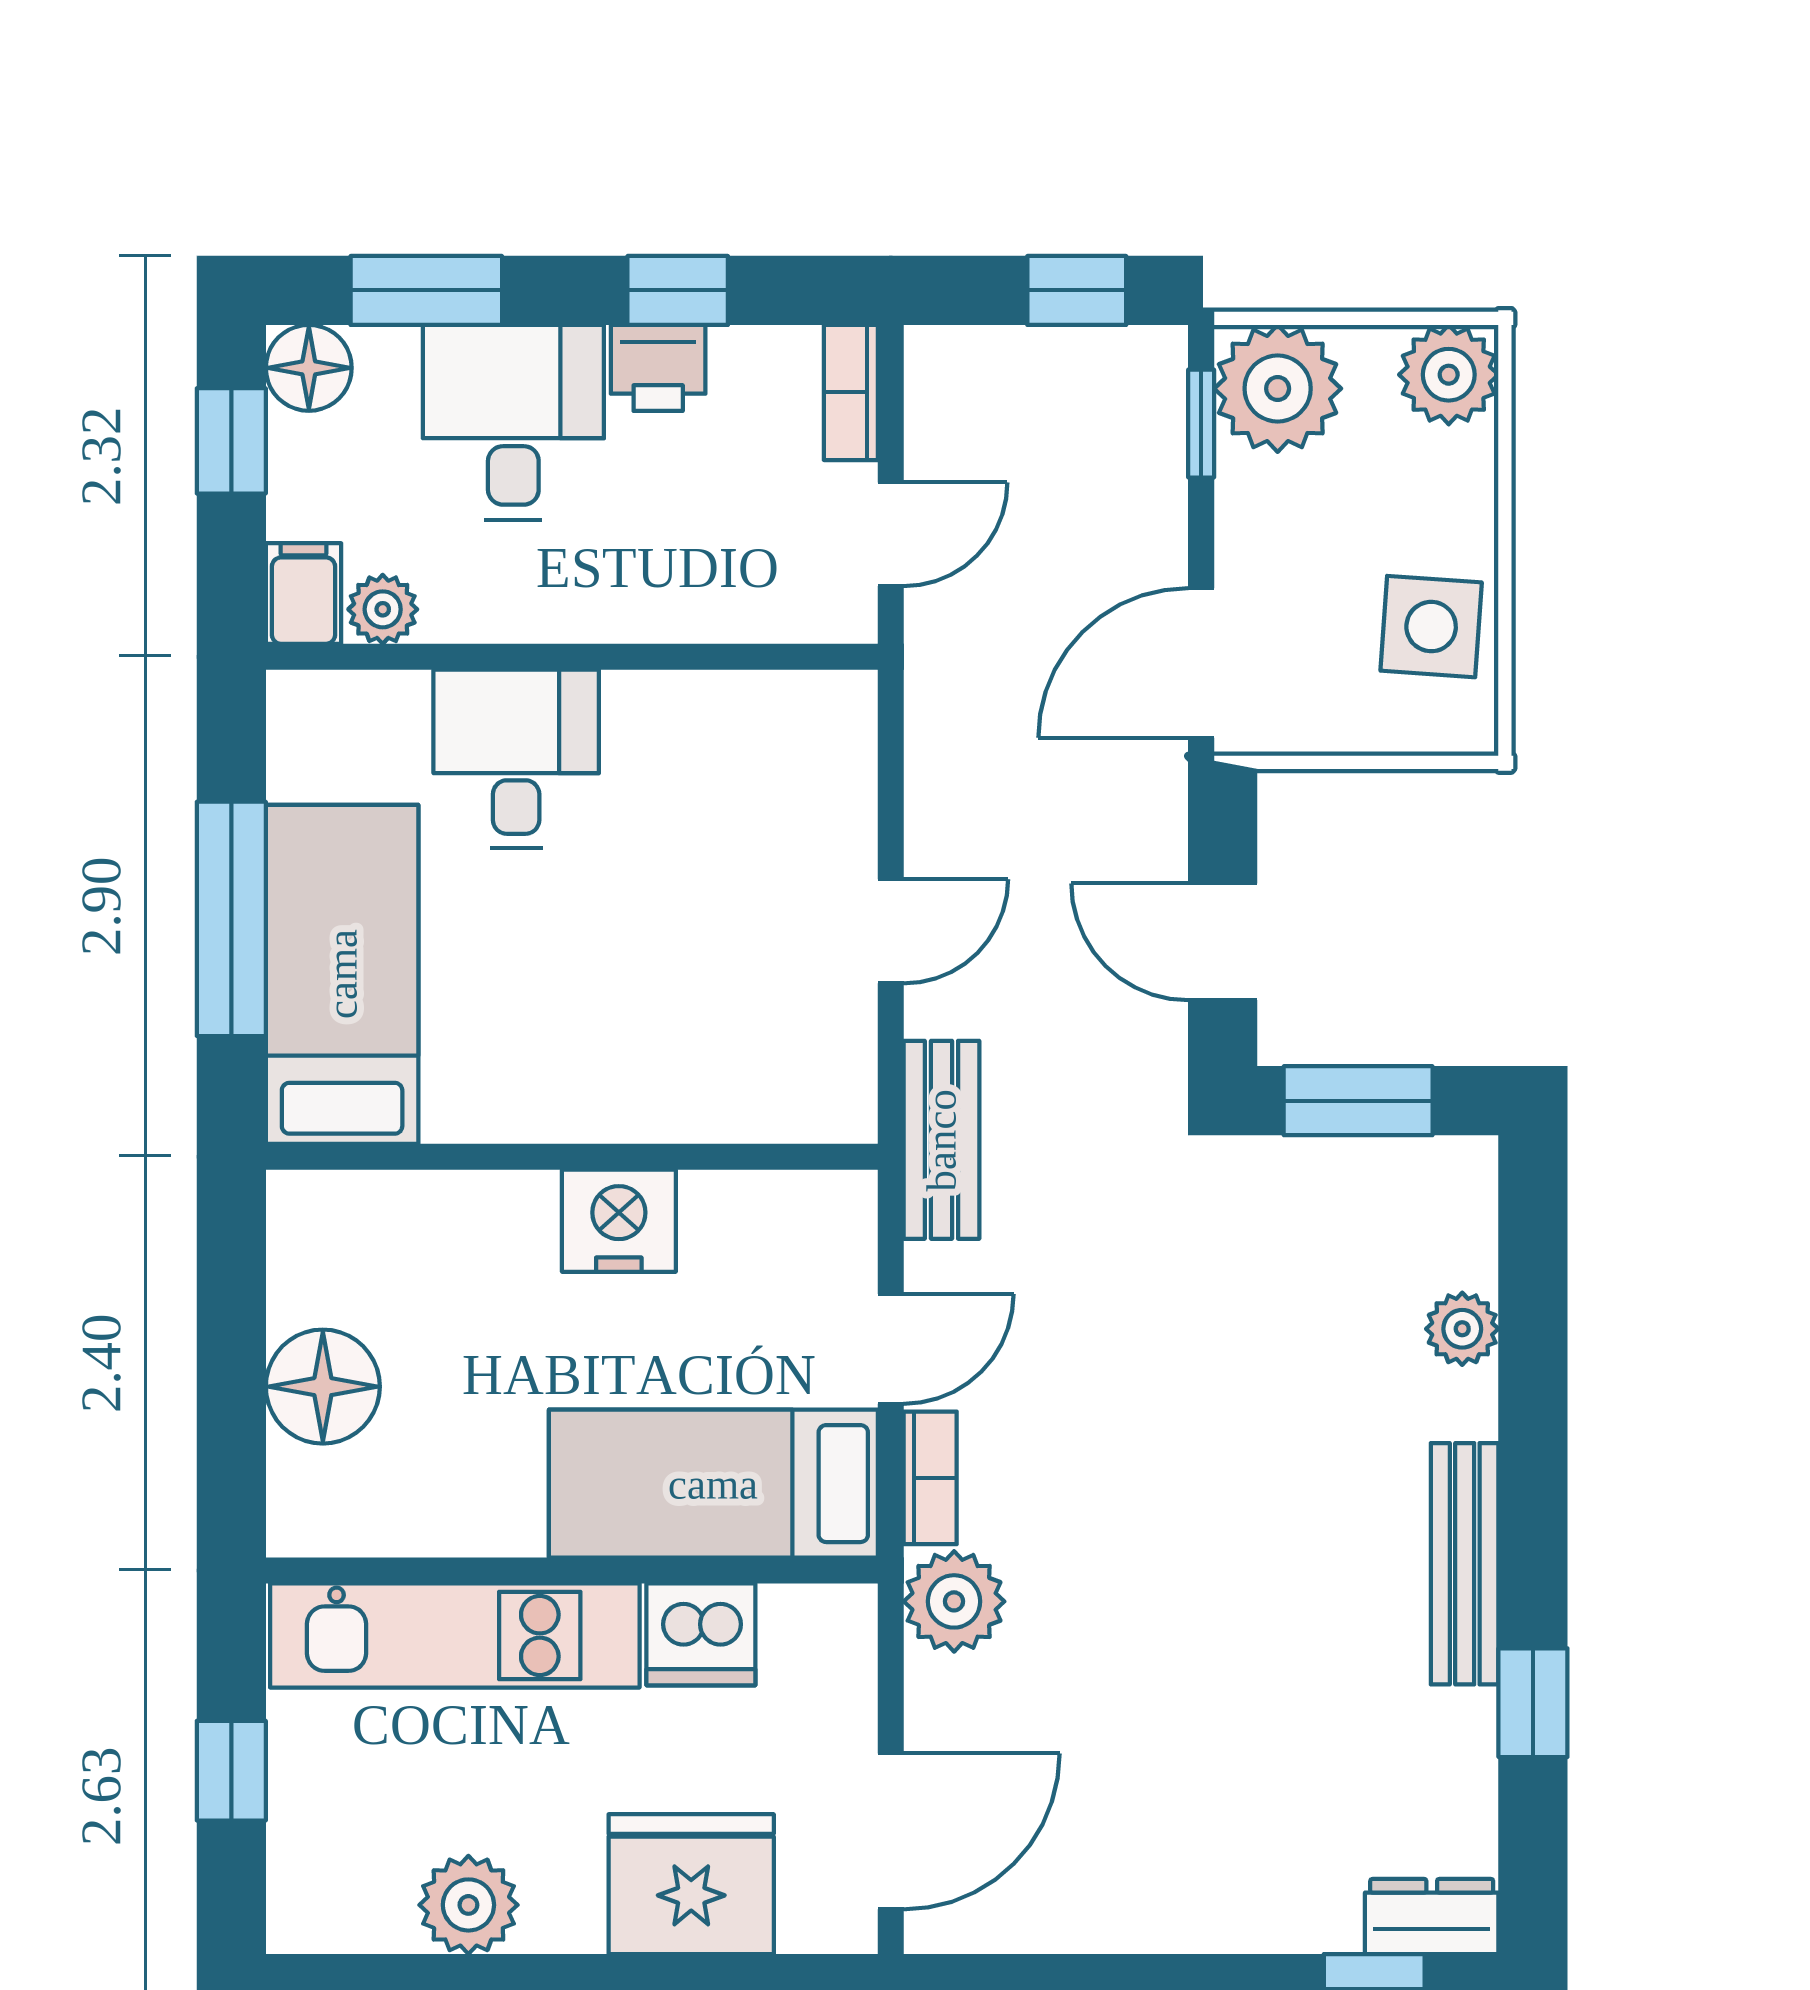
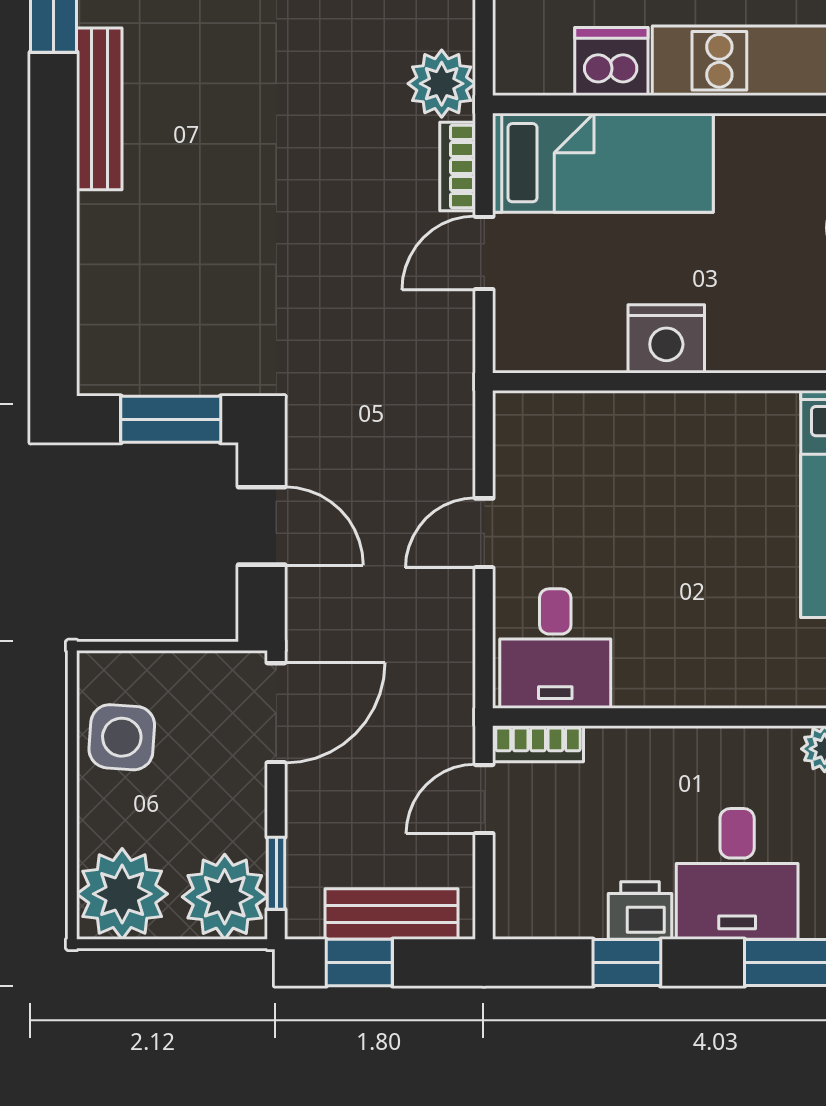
plant: (1449, 375) -> (122, 894), width x1.36, depth x1.36
bookcase: (851, 392) -> (538, 744), moved, turned 90
desk: (516, 759) -> (555, 648), moved
bench: (941, 1140) -> (392, 914), moved, turned 90
plant: (1462, 1329) -> (101, 266), removed

